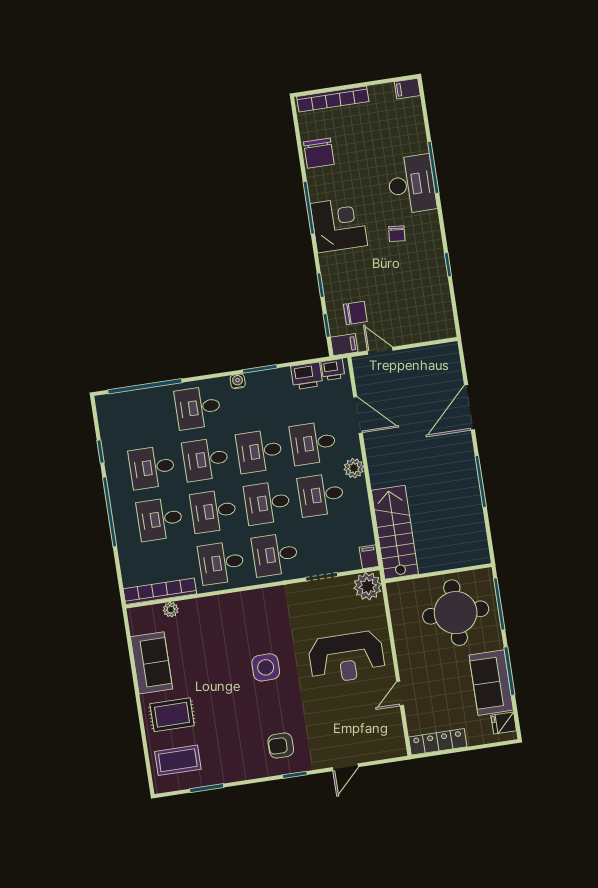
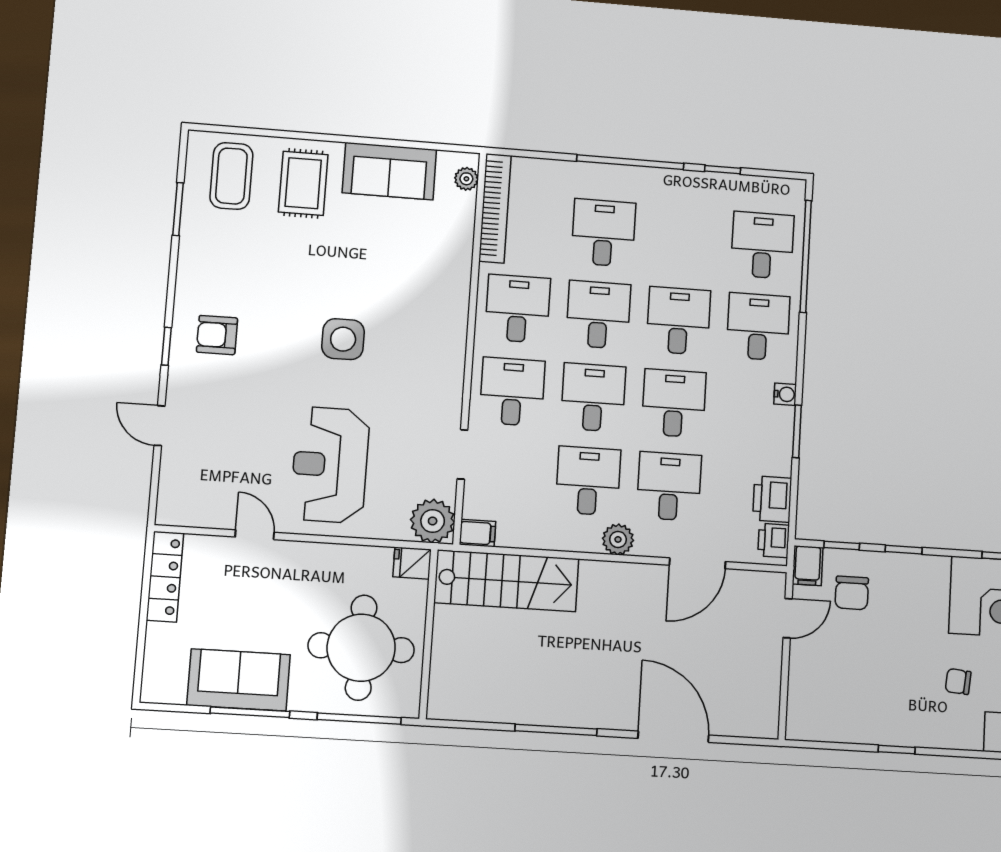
desk: (152, 467) -> (762, 245), moved
plant: (171, 610) -> (466, 179), moved
fridge: (504, 723) -> (412, 563), moved, turned -90
armchair: (281, 746) -> (217, 335), turned -90

